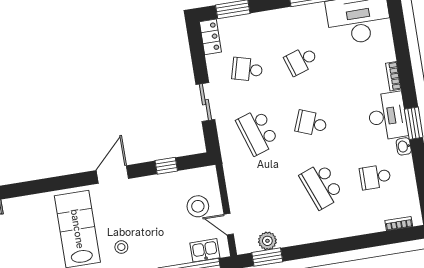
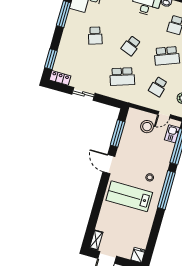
school desk: (247, 69) -> (158, 87), moved
sliding door: (205, 102) -> (83, 94), moved
window: (166, 166) -> (118, 133), width x2.17

